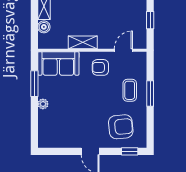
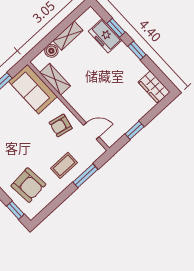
shelving: (83, 42) -> (55, 79), moved
armchair: (100, 67) -> (61, 125), turned -78
window: (150, 93) -> (85, 176), moved

